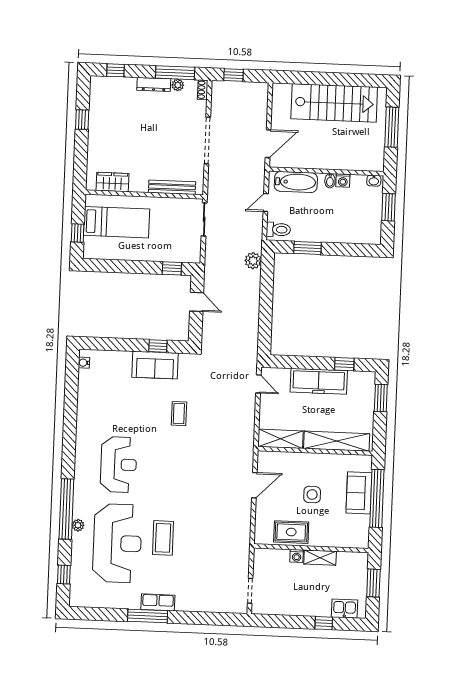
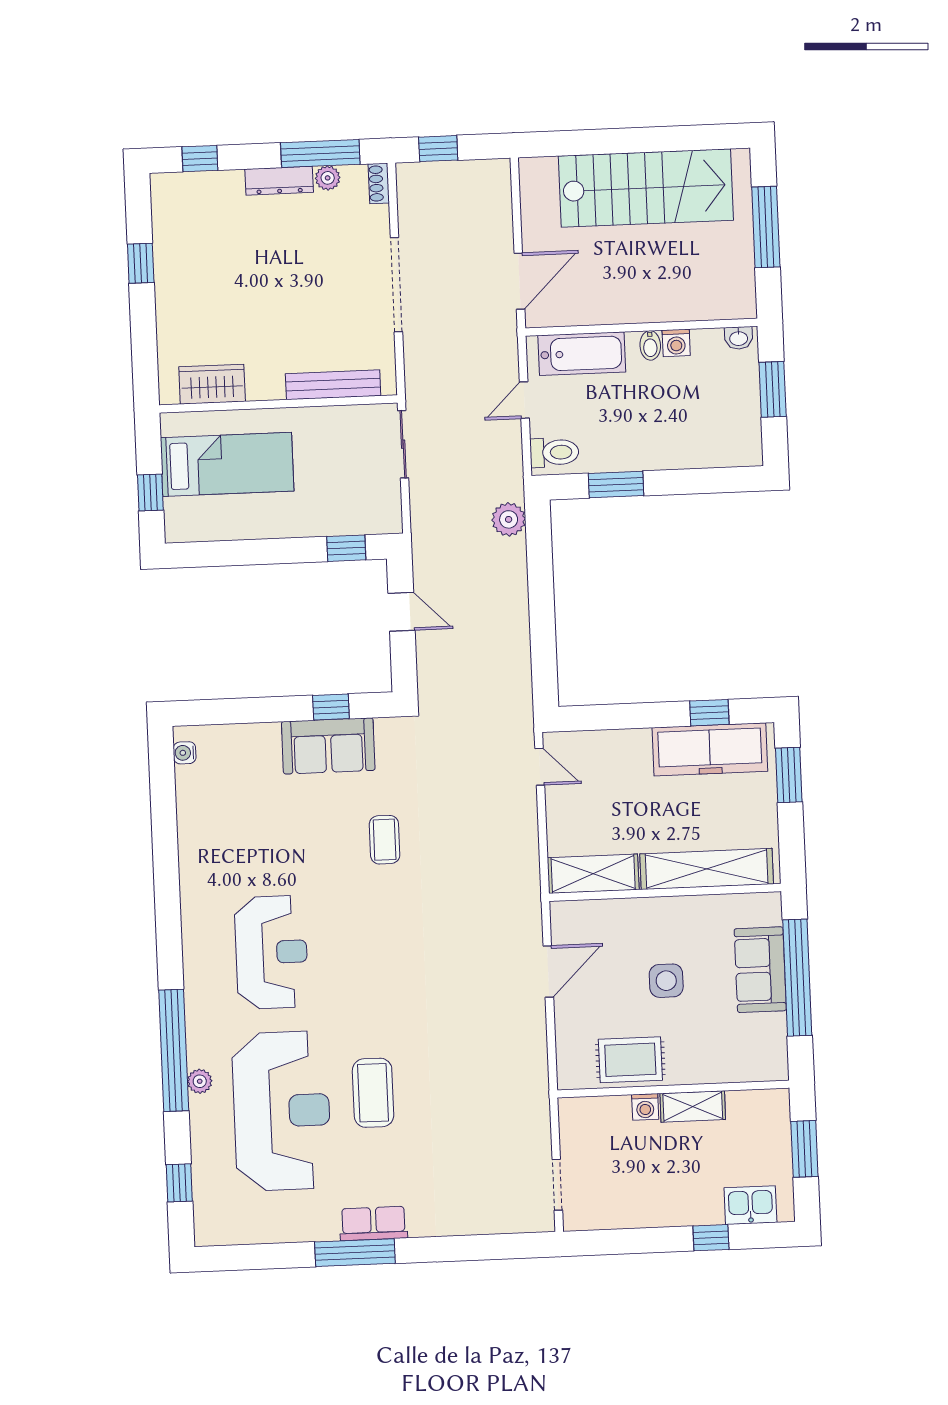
freezer: (319, 381) -> (710, 749), moved

